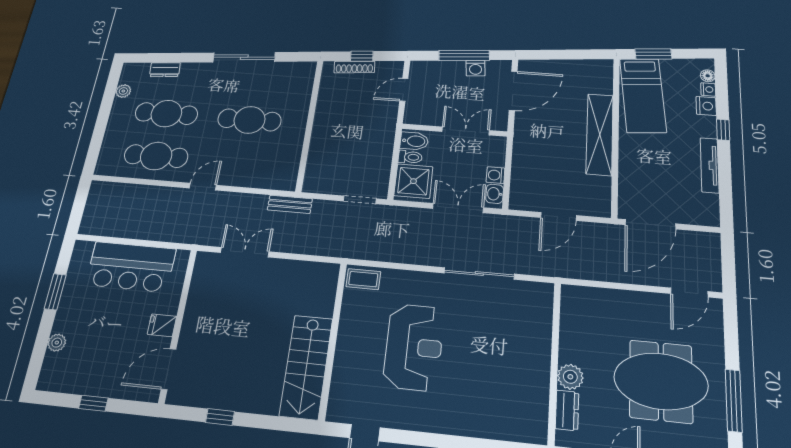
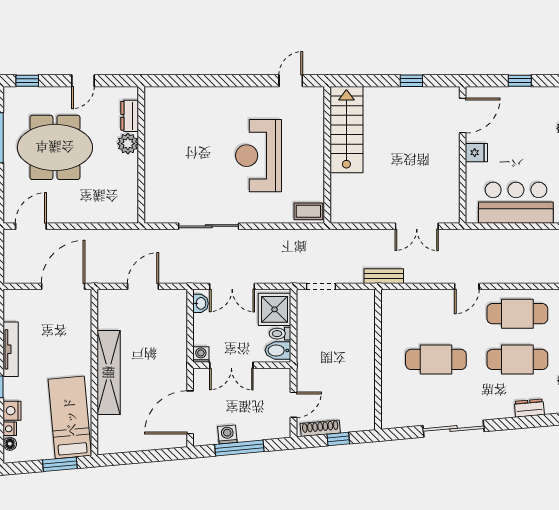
shoe rack: (354, 67) -> (320, 428), moved
washing machine: (496, 175) -> (201, 355), moved, turned -90

